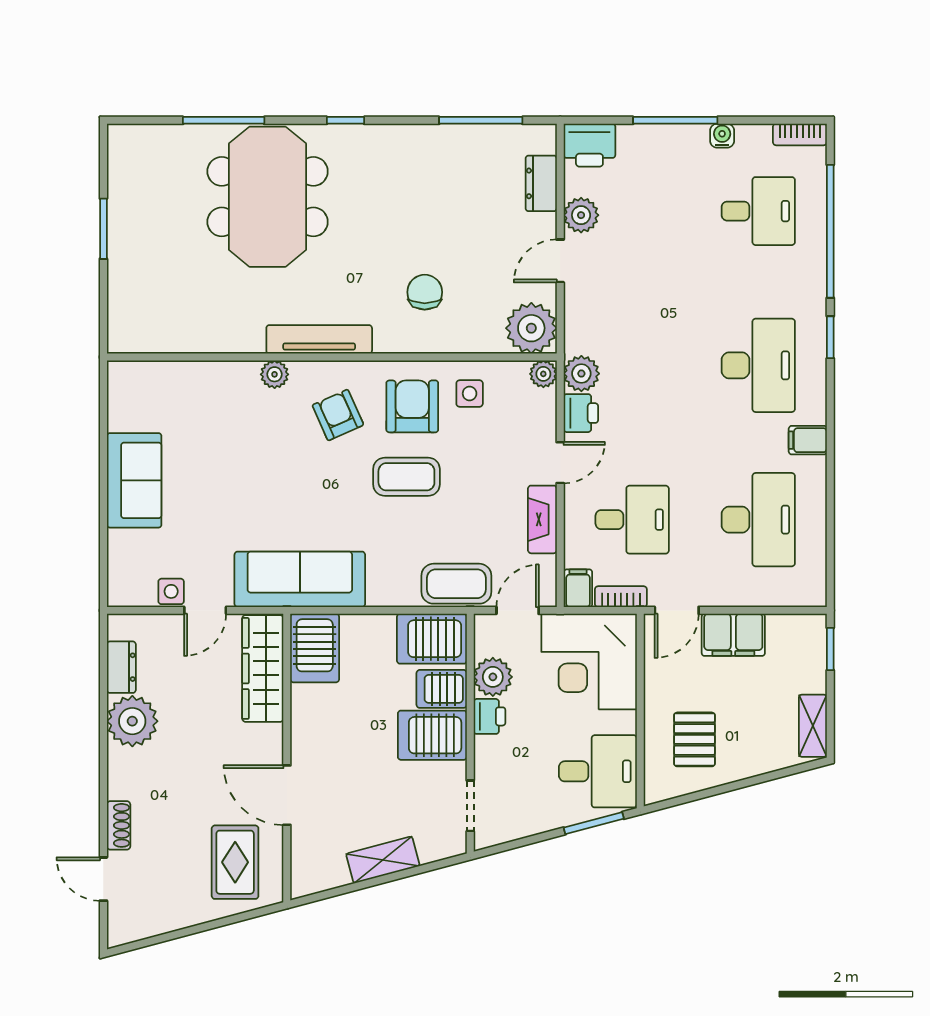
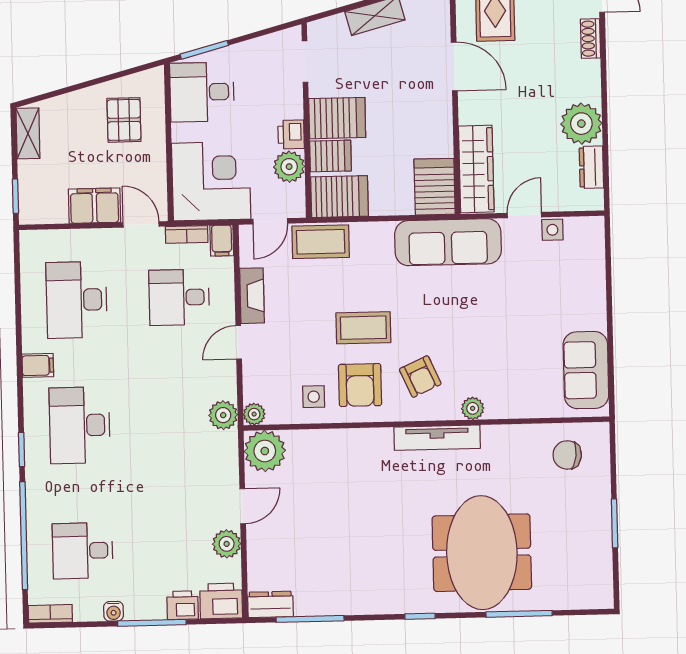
dresser: (541, 183) -> (270, 604), moved, turned -90
chair: (425, 292) -> (567, 455), moved, turned 97
printer: (581, 413) -> (183, 605), moved, turned 90
sofa: (134, 480) -> (586, 370), moved
door: (677, 610) -> (141, 224), hinge flipped

